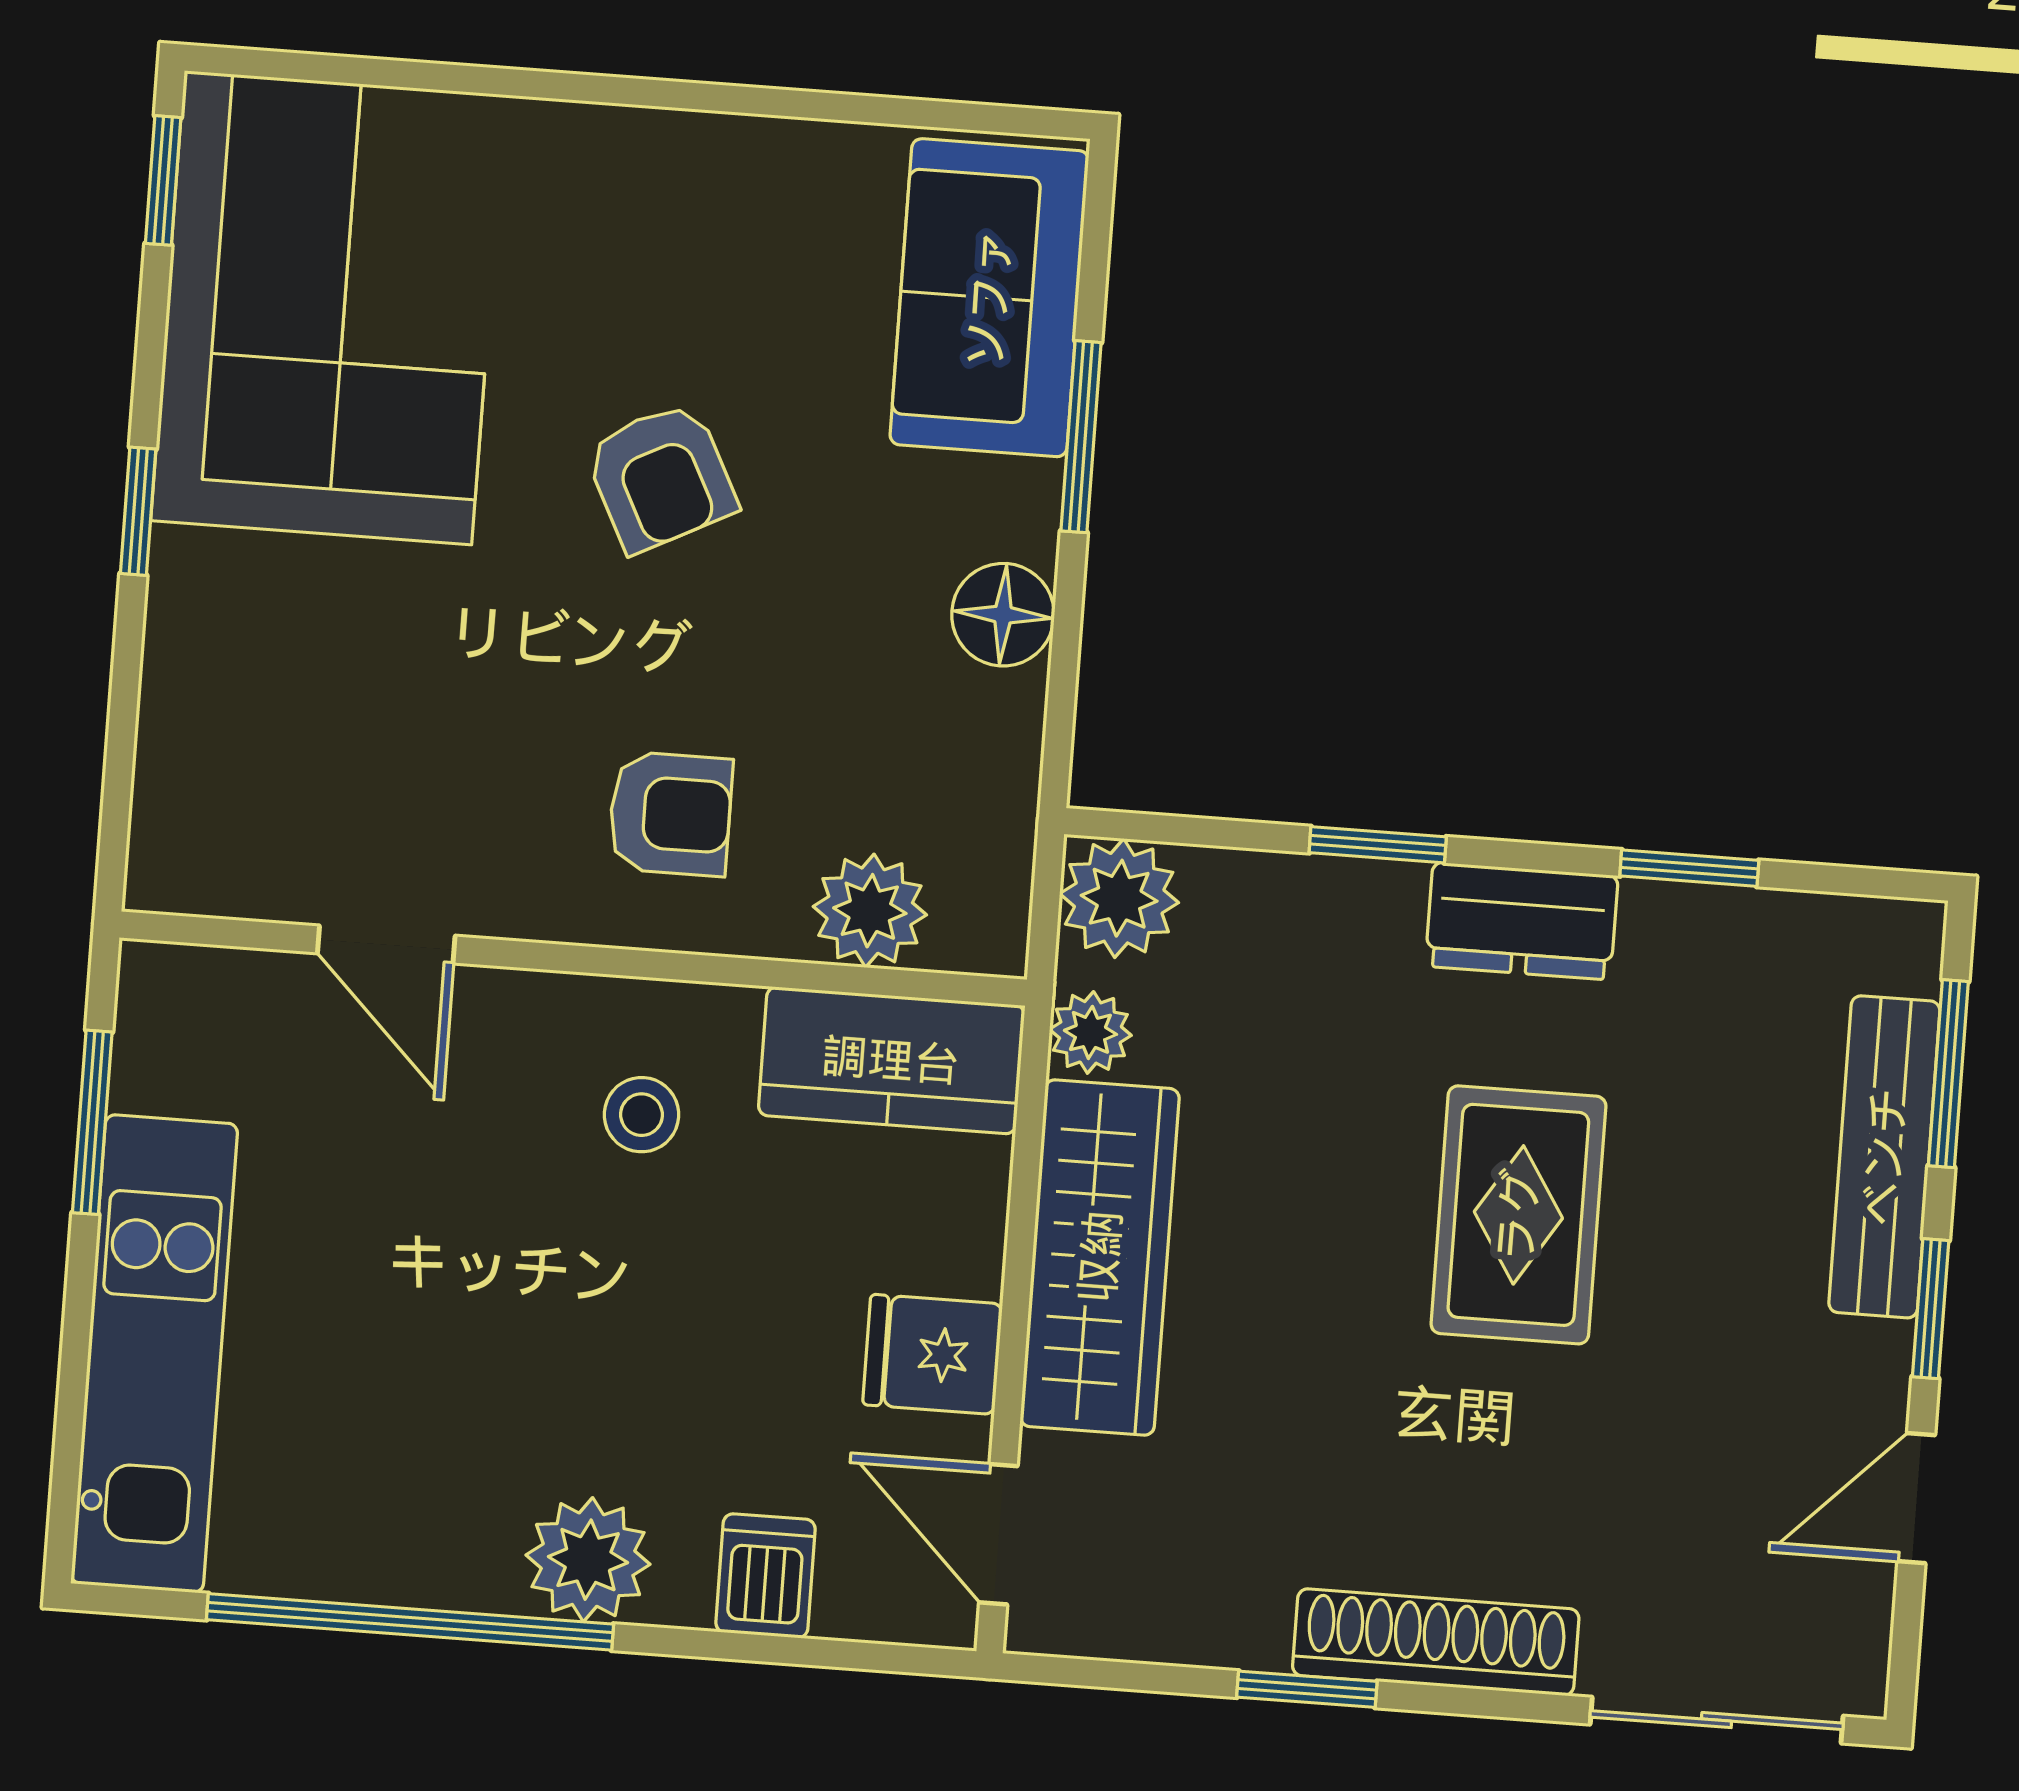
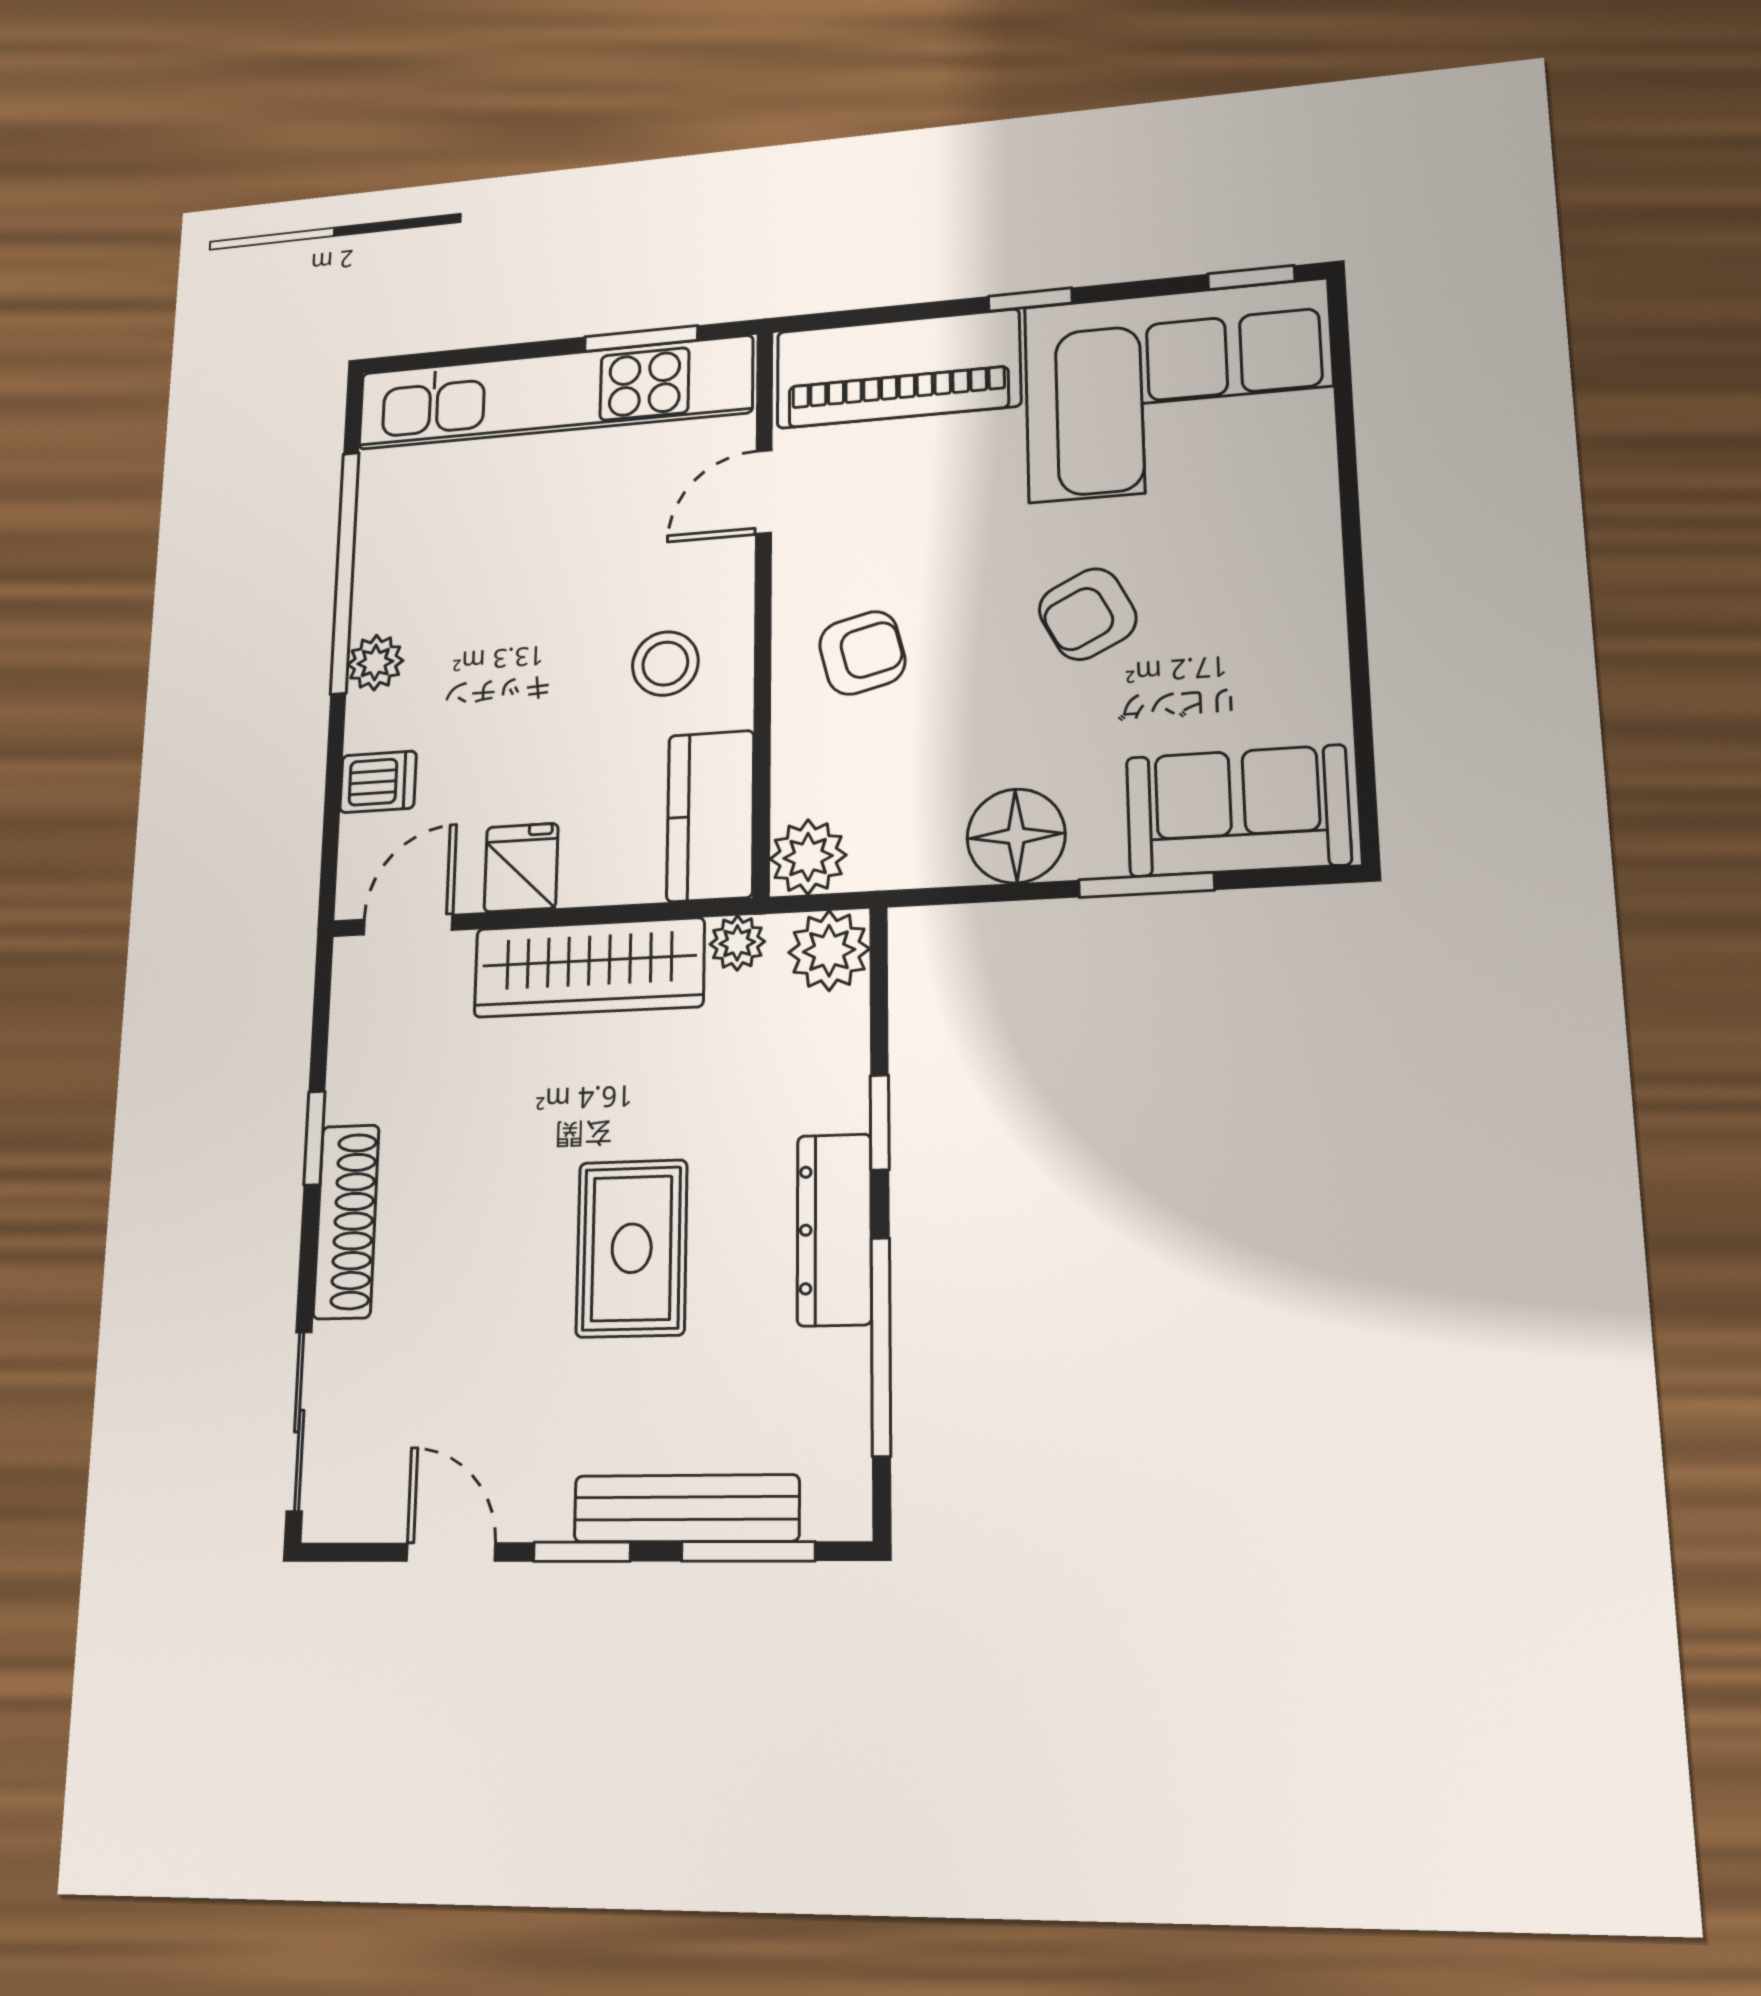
floor lamp: (1003, 615) -> (1016, 836), width x1.38, depth x1.38
piano: (217, 723) -> (898, 369), added
armchair: (670, 814) -> (862, 653), turned -104
window: (1689, 868) -> (881, 1346), width x2.17
plant: (870, 911) -> (808, 857), moved
dresser: (1522, 921) -> (834, 1229), width x1.44
stool: (642, 1115) -> (665, 664), width x1.37, depth x1.37
rug: (1518, 1215) -> (632, 1248), turned 90
kitchen unit: (154, 1354) -> (554, 393), width x1.36
plant: (588, 1560) -> (375, 663), width x0.73, depth x0.73

